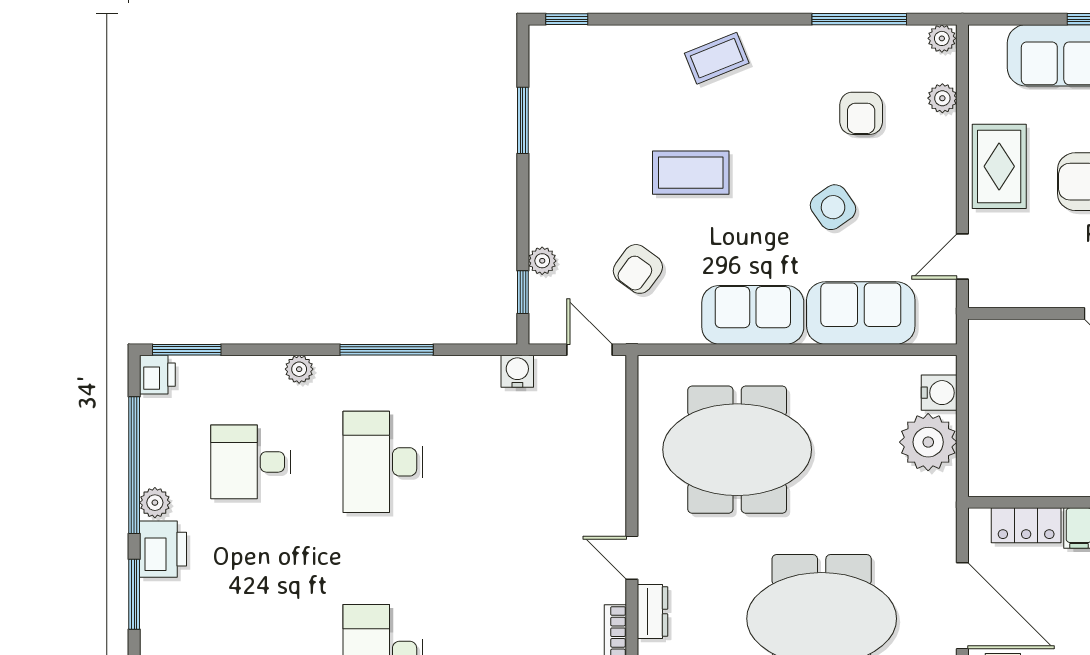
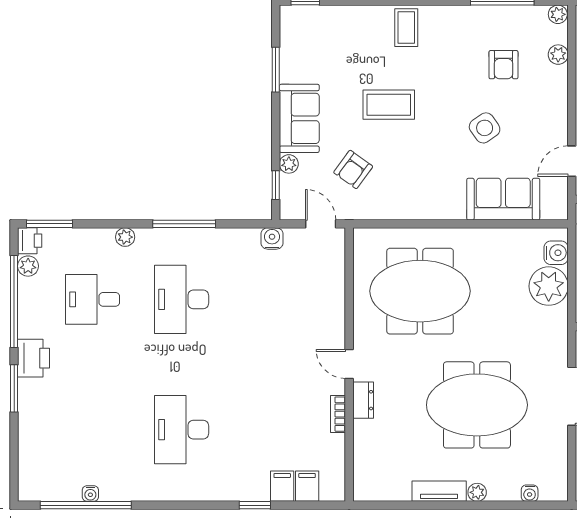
coffee table: (717, 58) -> (406, 28), turned -68
sofa: (753, 315) -> (299, 118), moved, turned 90
plant: (155, 503) -> (28, 266), moved

